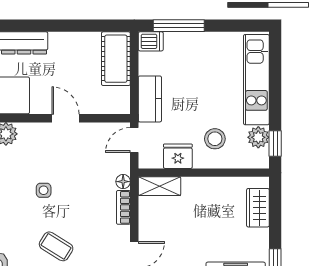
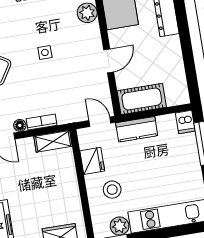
cot: (116, 59) -> (142, 99), moved
floor lamp: (123, 182) -> (20, 125), moved
shelving: (159, 186) -> (53, 141), moved, turned 90

